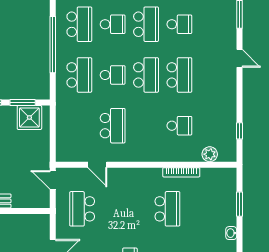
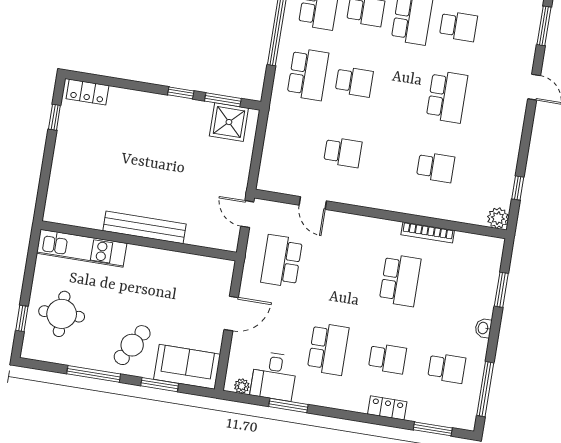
school desk: (146, 75) -> (401, 89), removed
school desk: (113, 126) -> (343, 152), width x0.54
plant: (210, 154) -> (498, 218), moved

